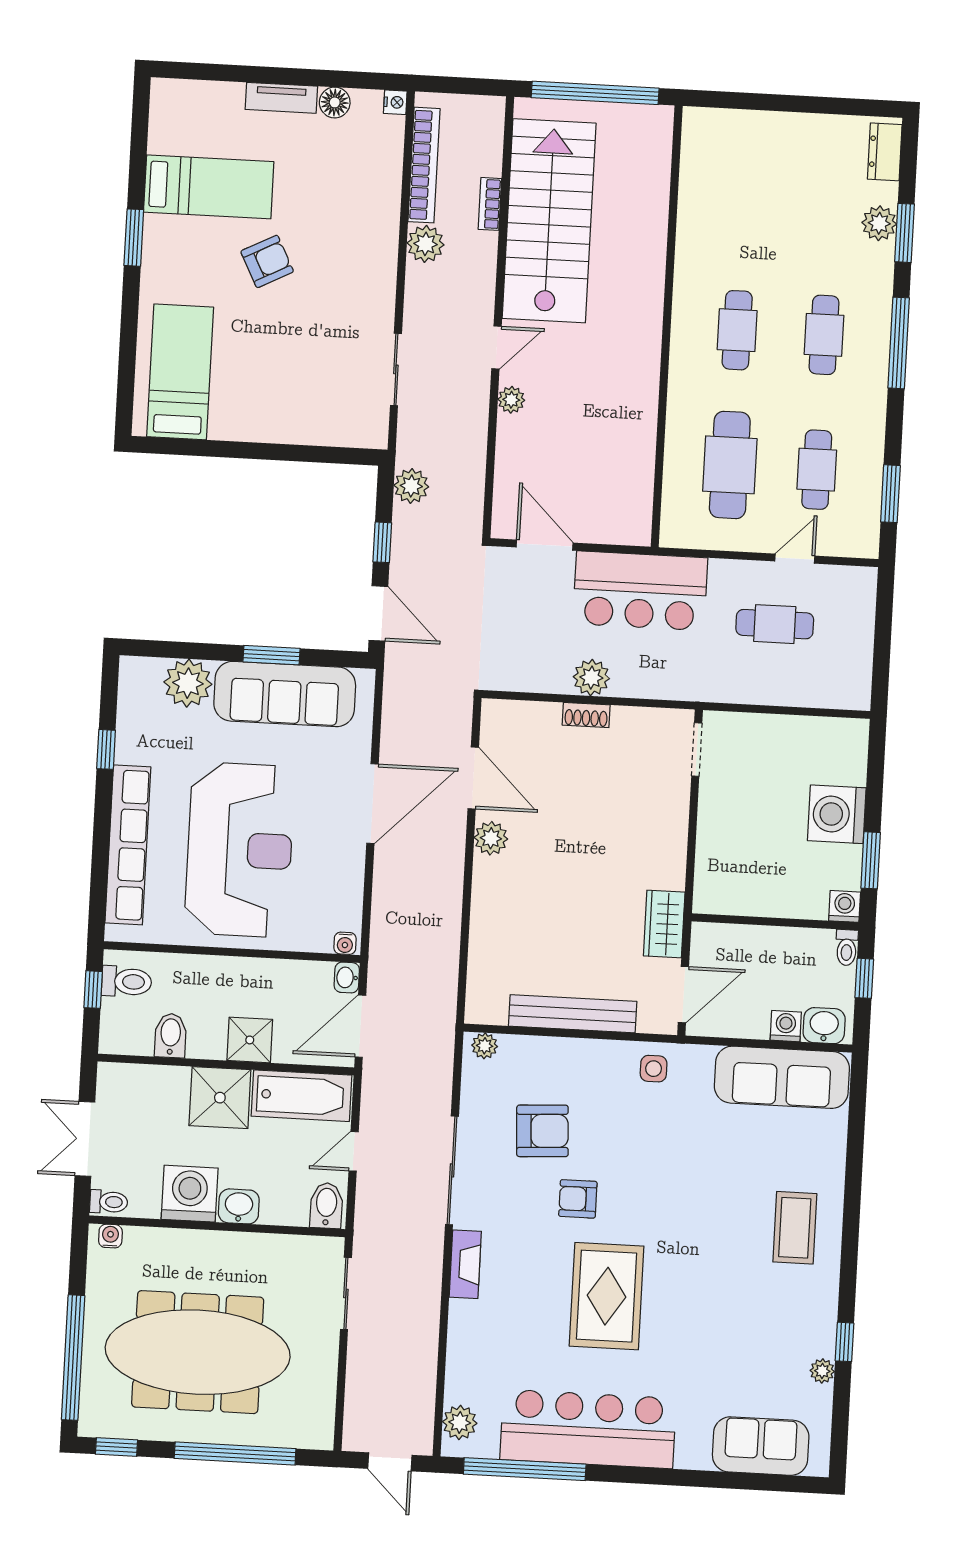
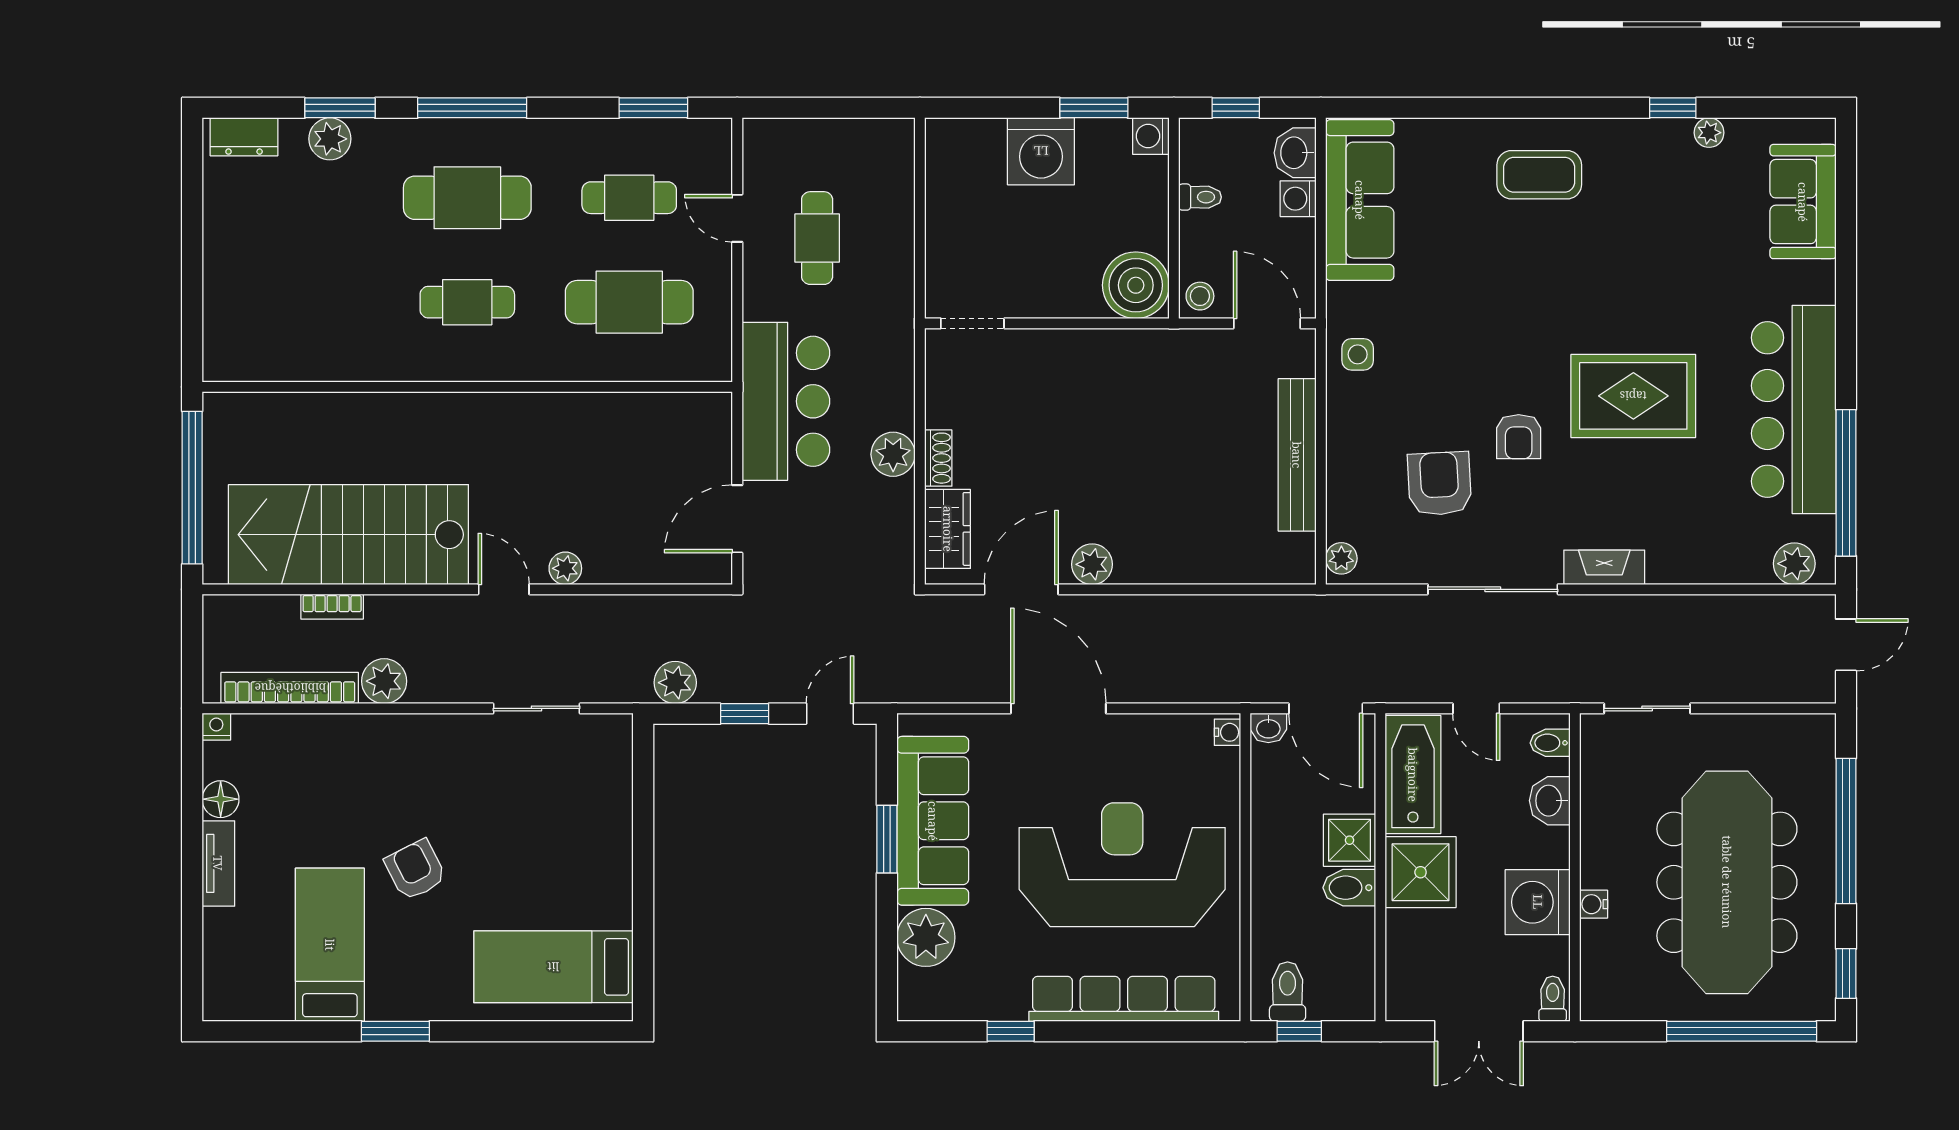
cafe table: (824, 335) -> (467, 198), width x1.37, depth x1.35
door: (378, 613) -> (830, 714), width x0.73
boiler: (721, 887) -> (1136, 285), added
wardrobe: (664, 924) -> (948, 529), moved, turned -90
stool: (709, 940) -> (1200, 296), added
toilet: (847, 948) -> (1200, 197), moved
bidet: (171, 1035) -> (1349, 888), moved
washbasin: (239, 1206) -> (1550, 801), moved
bidet: (326, 1206) -> (1550, 743), width x0.72, depth x0.74
water cooler: (110, 1236) -> (1594, 904), moved

